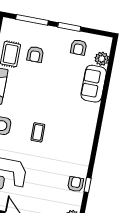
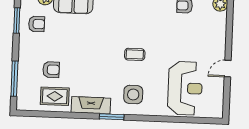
window: (69, 27) -> (17, 21), moved

